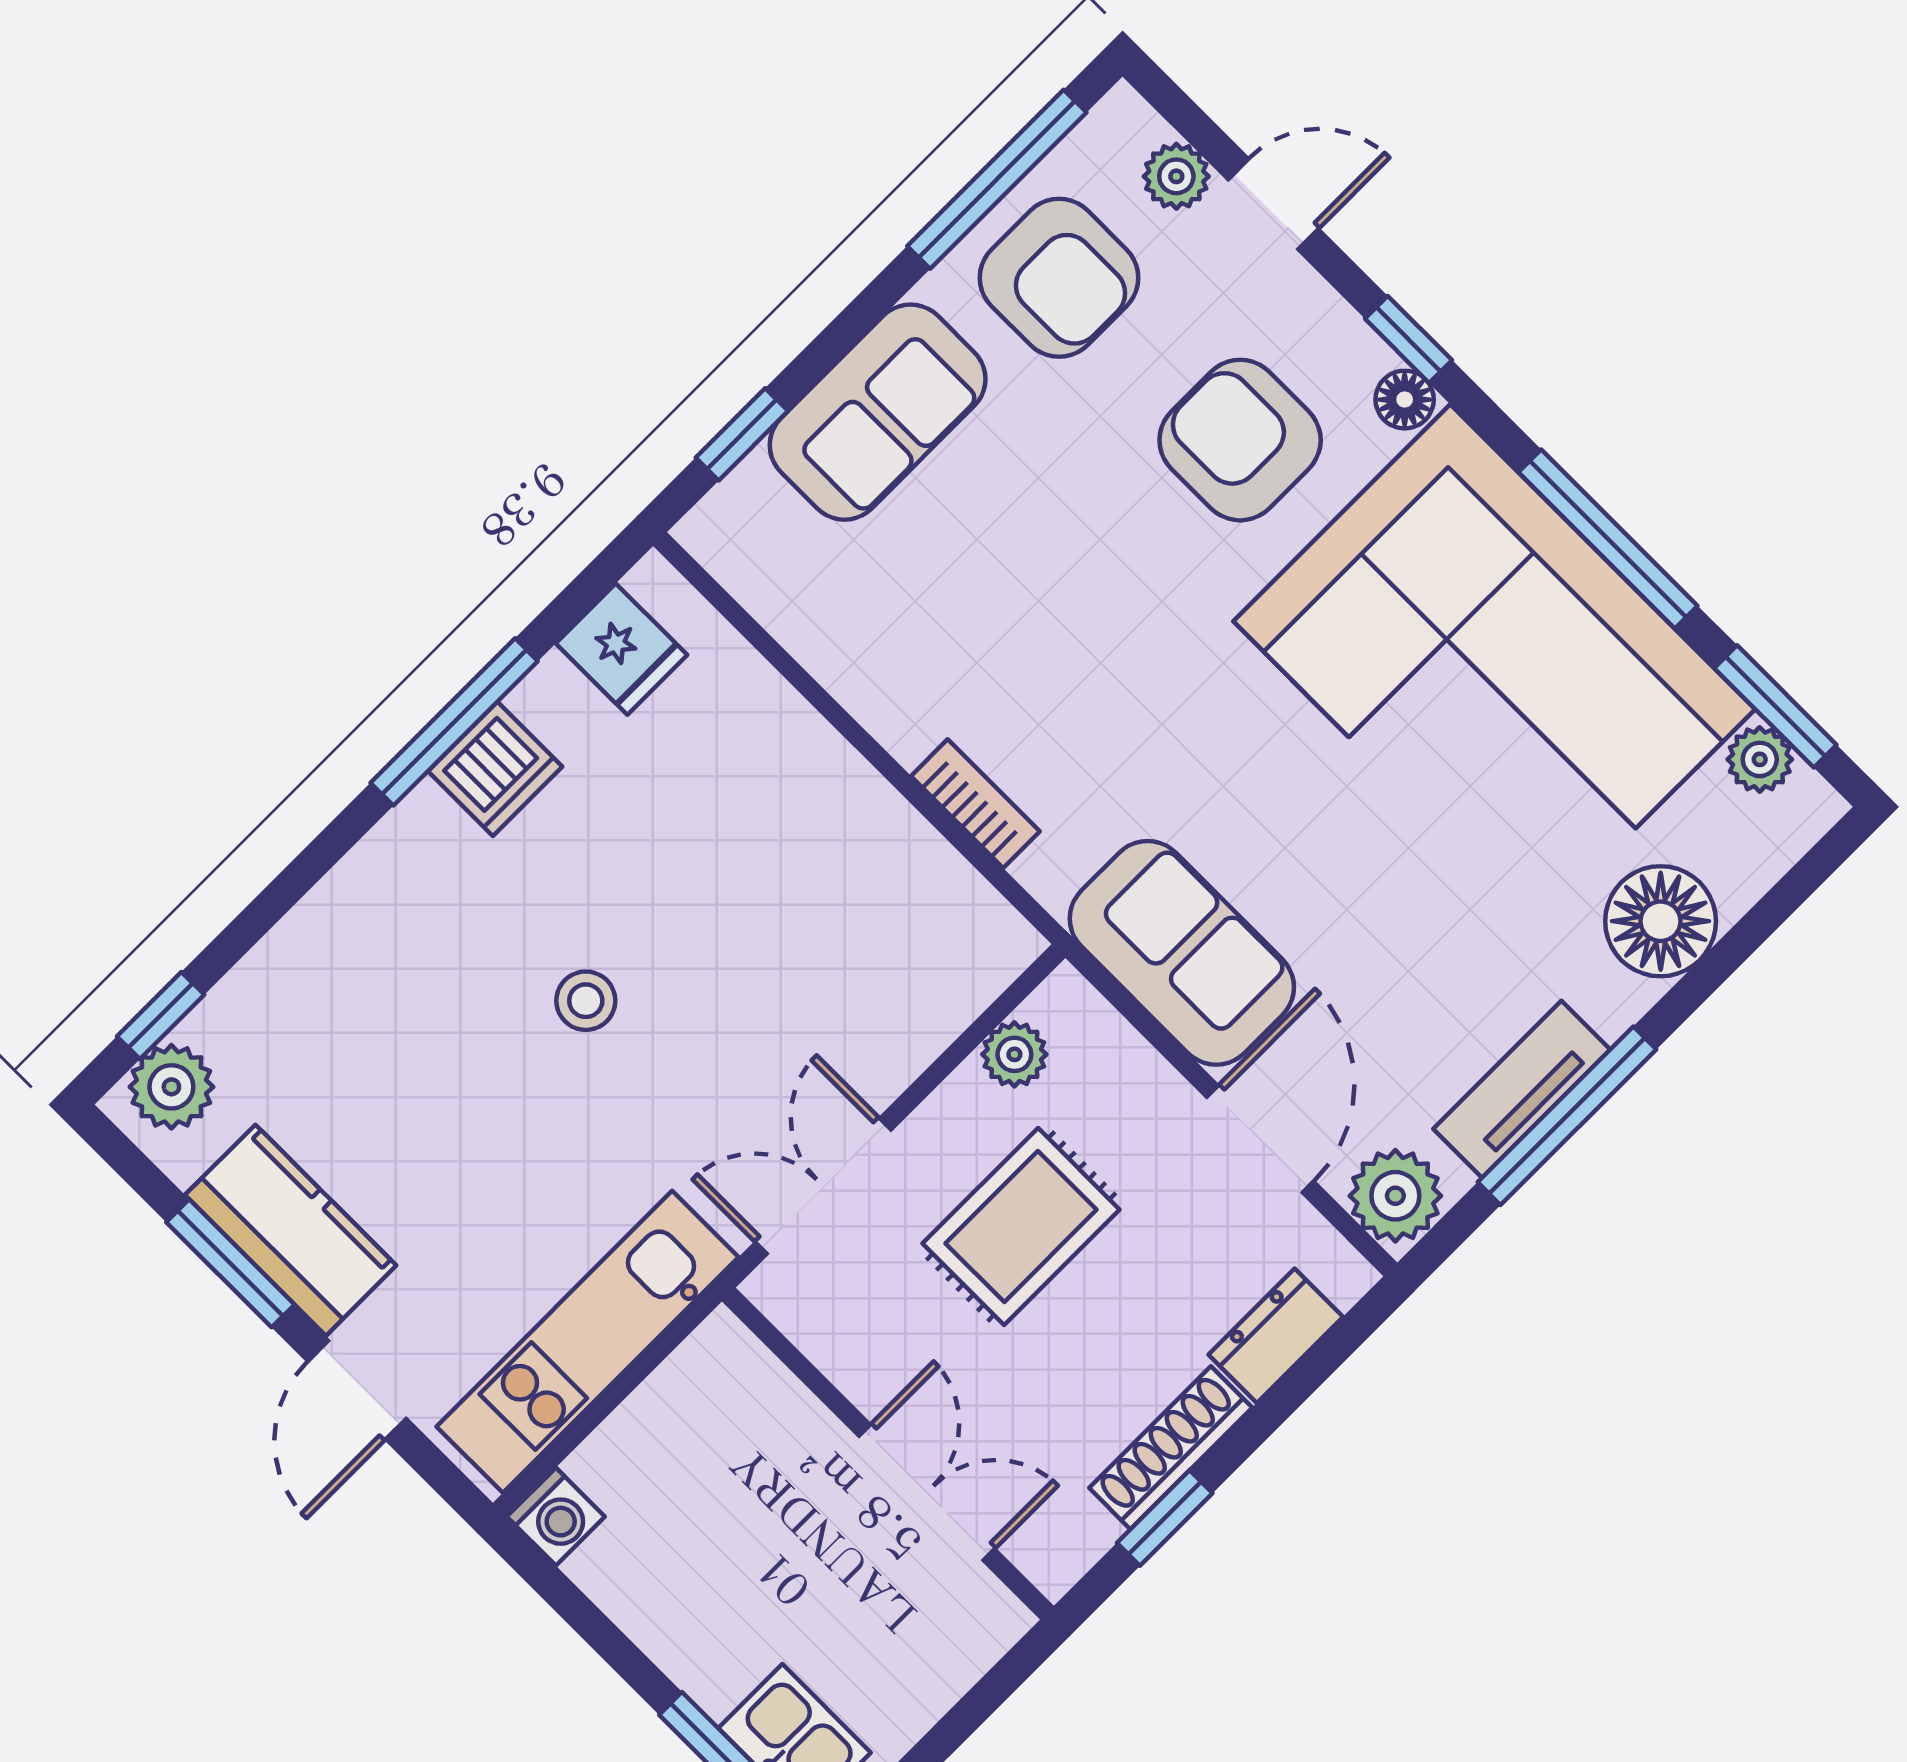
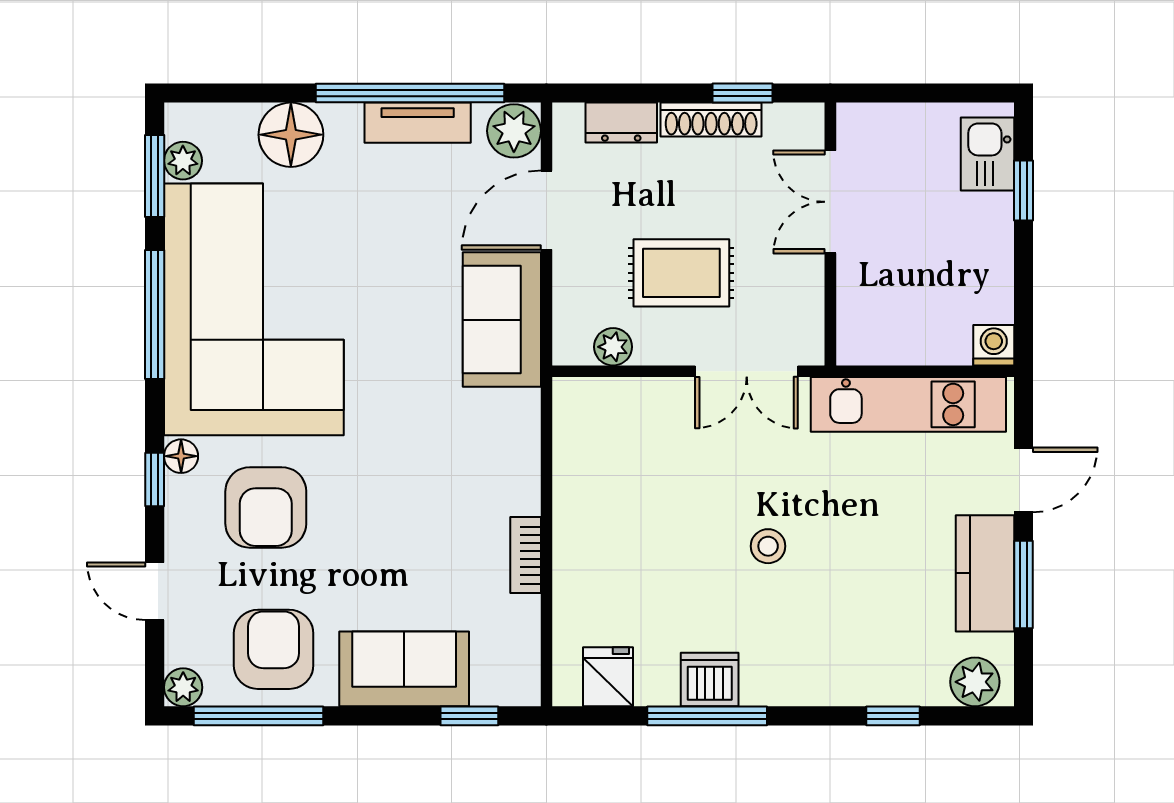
plant: (1176, 176) -> (183, 687), moved
bookcase: (975, 804) -> (526, 555), moved
window: (161, 1015) -> (893, 716), moved
window: (1567, 1116) -> (410, 93), width x1.46

